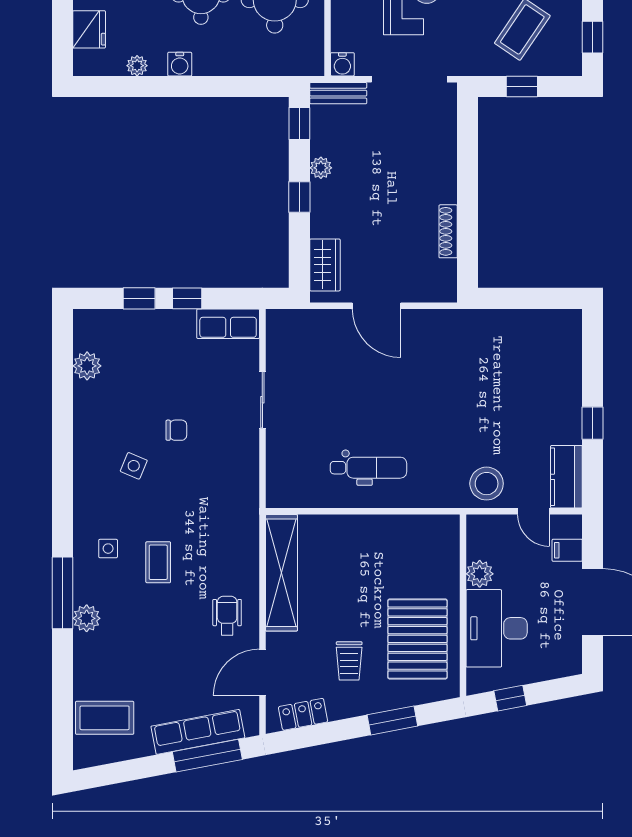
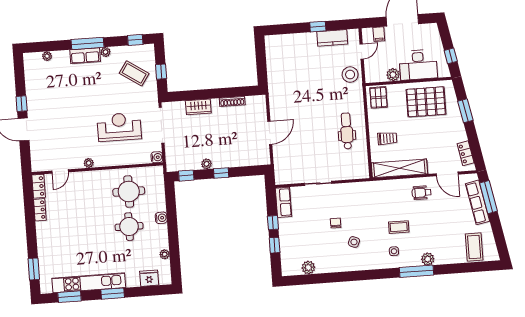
water cooler: (180, 64) -> (161, 218), moved
bench: (338, 93) -> (171, 158), removed
wardrobe: (325, 265) -> (198, 107), moved, turned 180
kitchen counter: (566, 477) -> (332, 38), moved
pallet: (434, 540) -> (378, 97), added
trolley: (349, 661) -> (387, 138), moved

